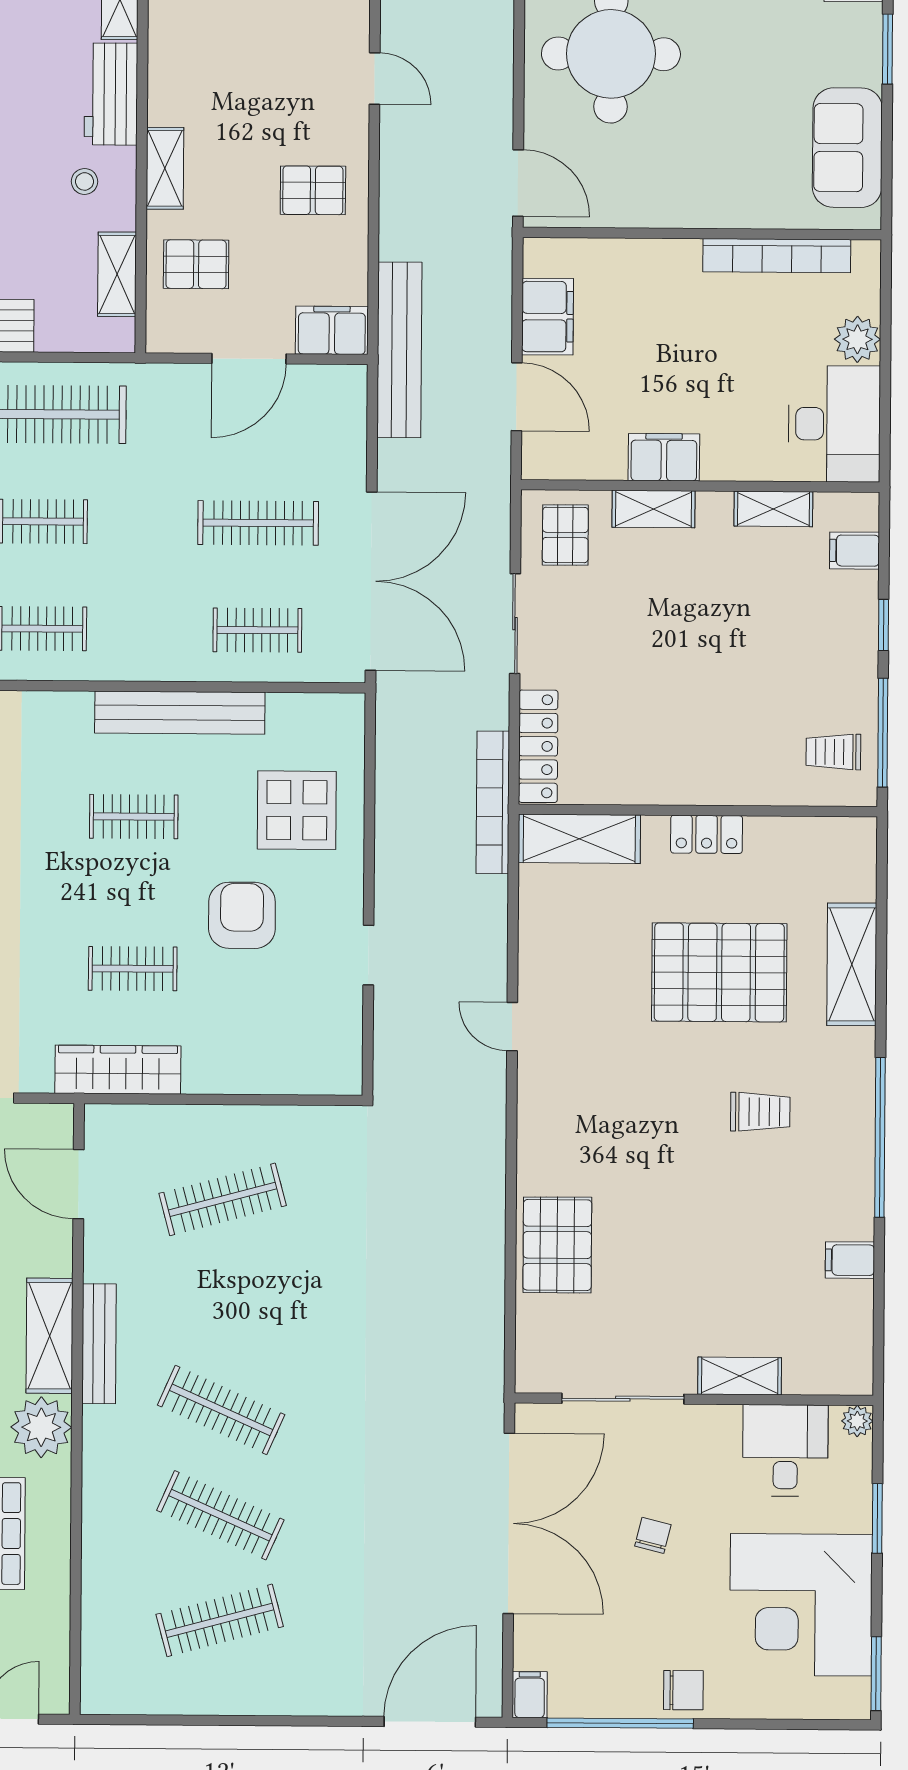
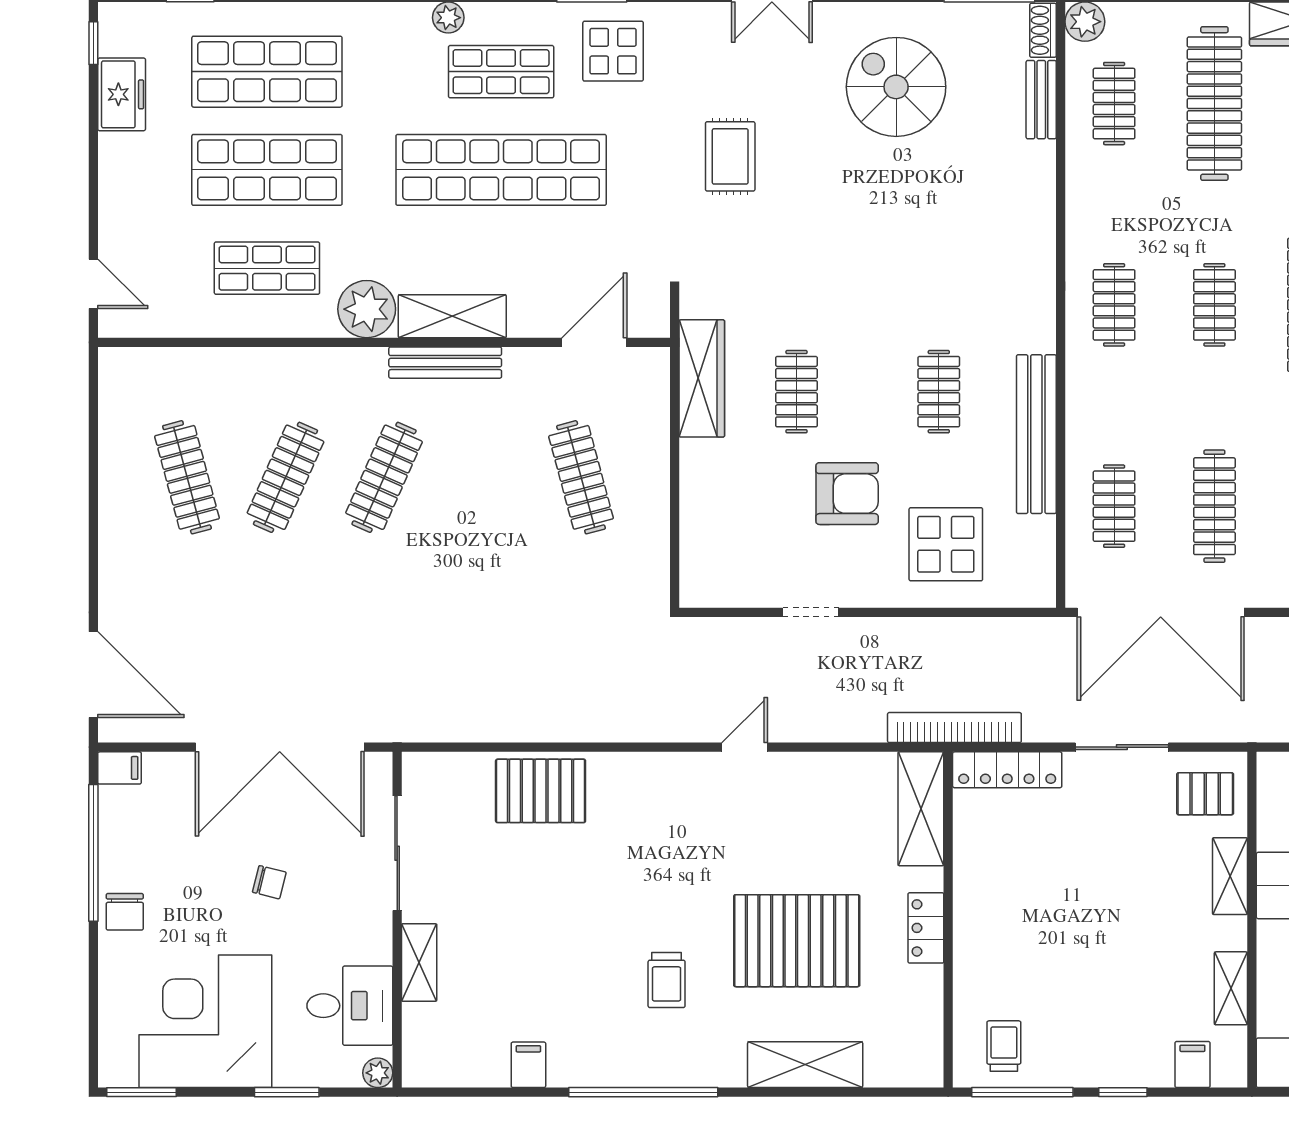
pallet: (719, 972) -> (797, 941), turned 90

